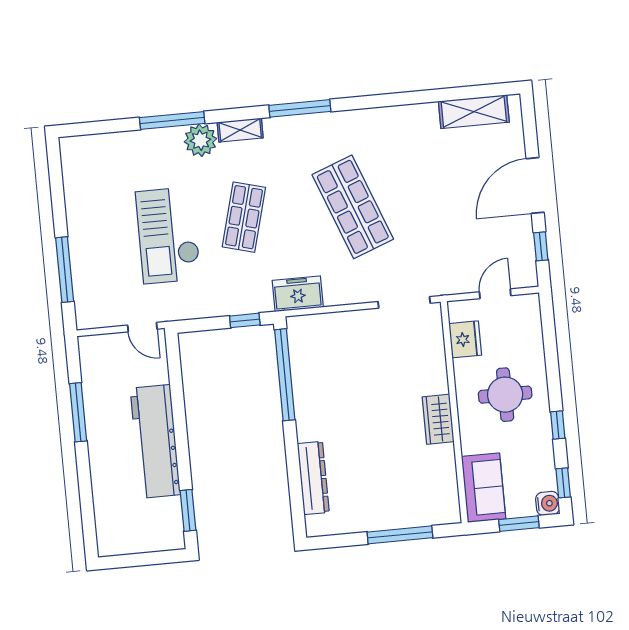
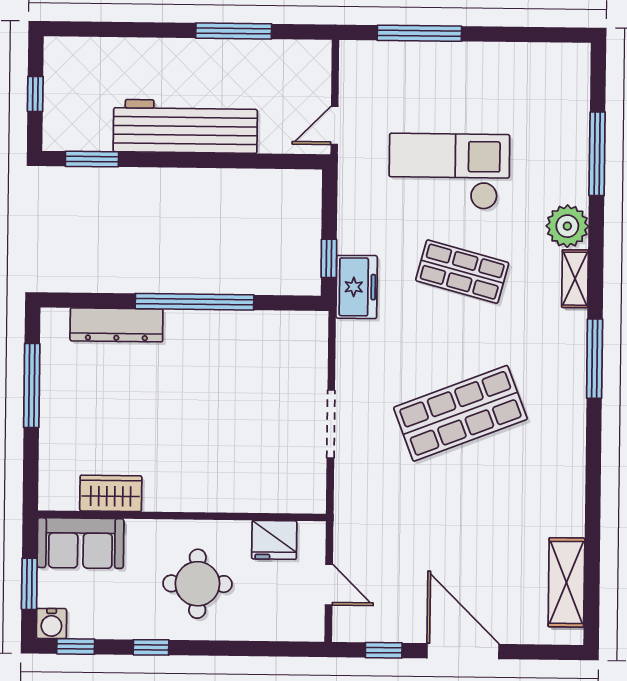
window: (172, 121) -> (597, 154), moved
freezer: (298, 294) -> (357, 287), moved
doorway: (404, 302) -> (331, 424), moved
window: (285, 375) -> (195, 302), moved
wardrobe: (438, 419) -> (111, 493), moved
window: (400, 535) -> (32, 385), moved
window: (143, 559) -> (35, 94), added

